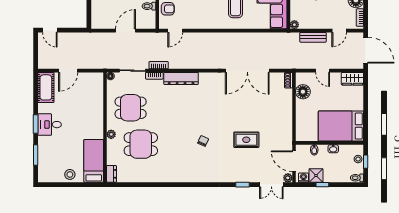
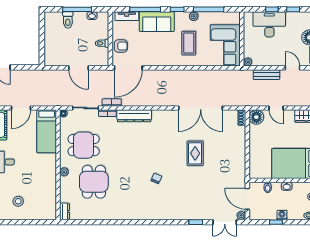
door: (125, 31) -> (78, 68), swing flipped
door: (175, 31) -> (128, 68), width x1.88
door: (339, 31) -> (293, 68), swing flipped
floor lamp: (303, 92) -> (256, 117), moved
rug: (246, 140) -> (195, 153), moved, turned 90
dining table: (141, 144) -> (94, 182), turned 90
bed: (94, 161) -> (47, 131), moved, turned 180
stool: (70, 174) -> (18, 201), moved
shower: (316, 176) -> (269, 213), removed
washing machine: (303, 178) -> (282, 215), moved

